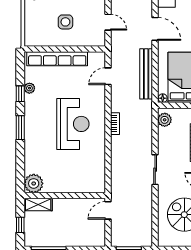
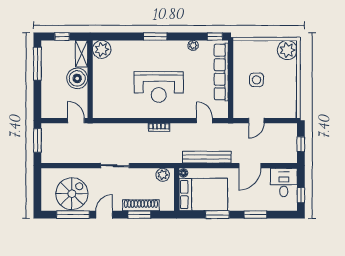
window: (20, 94) -> (215, 36), moved
boiler: (64, 209) -> (77, 78), added

